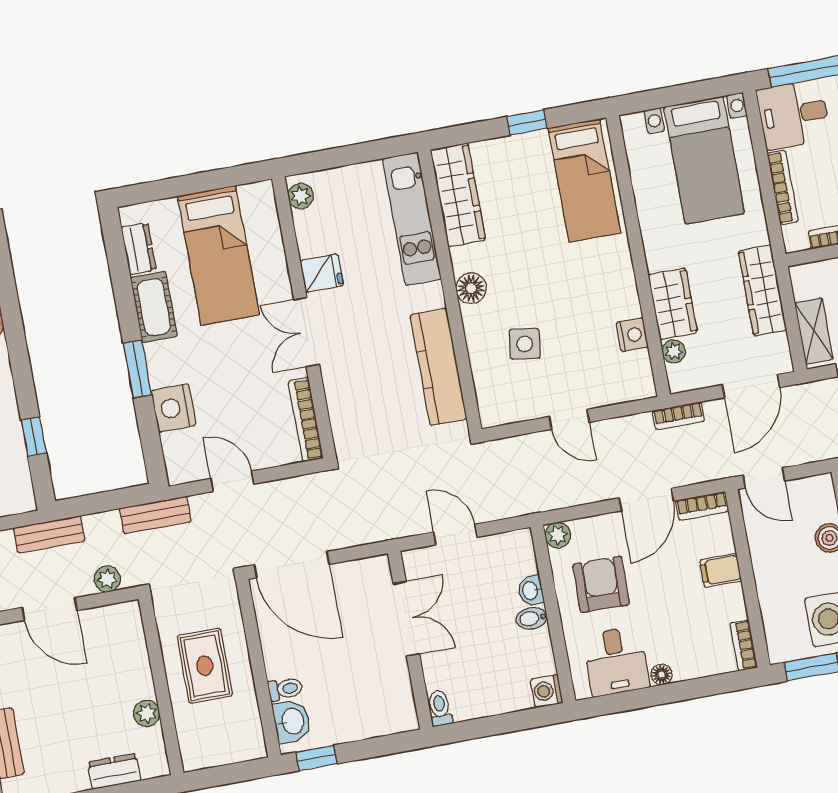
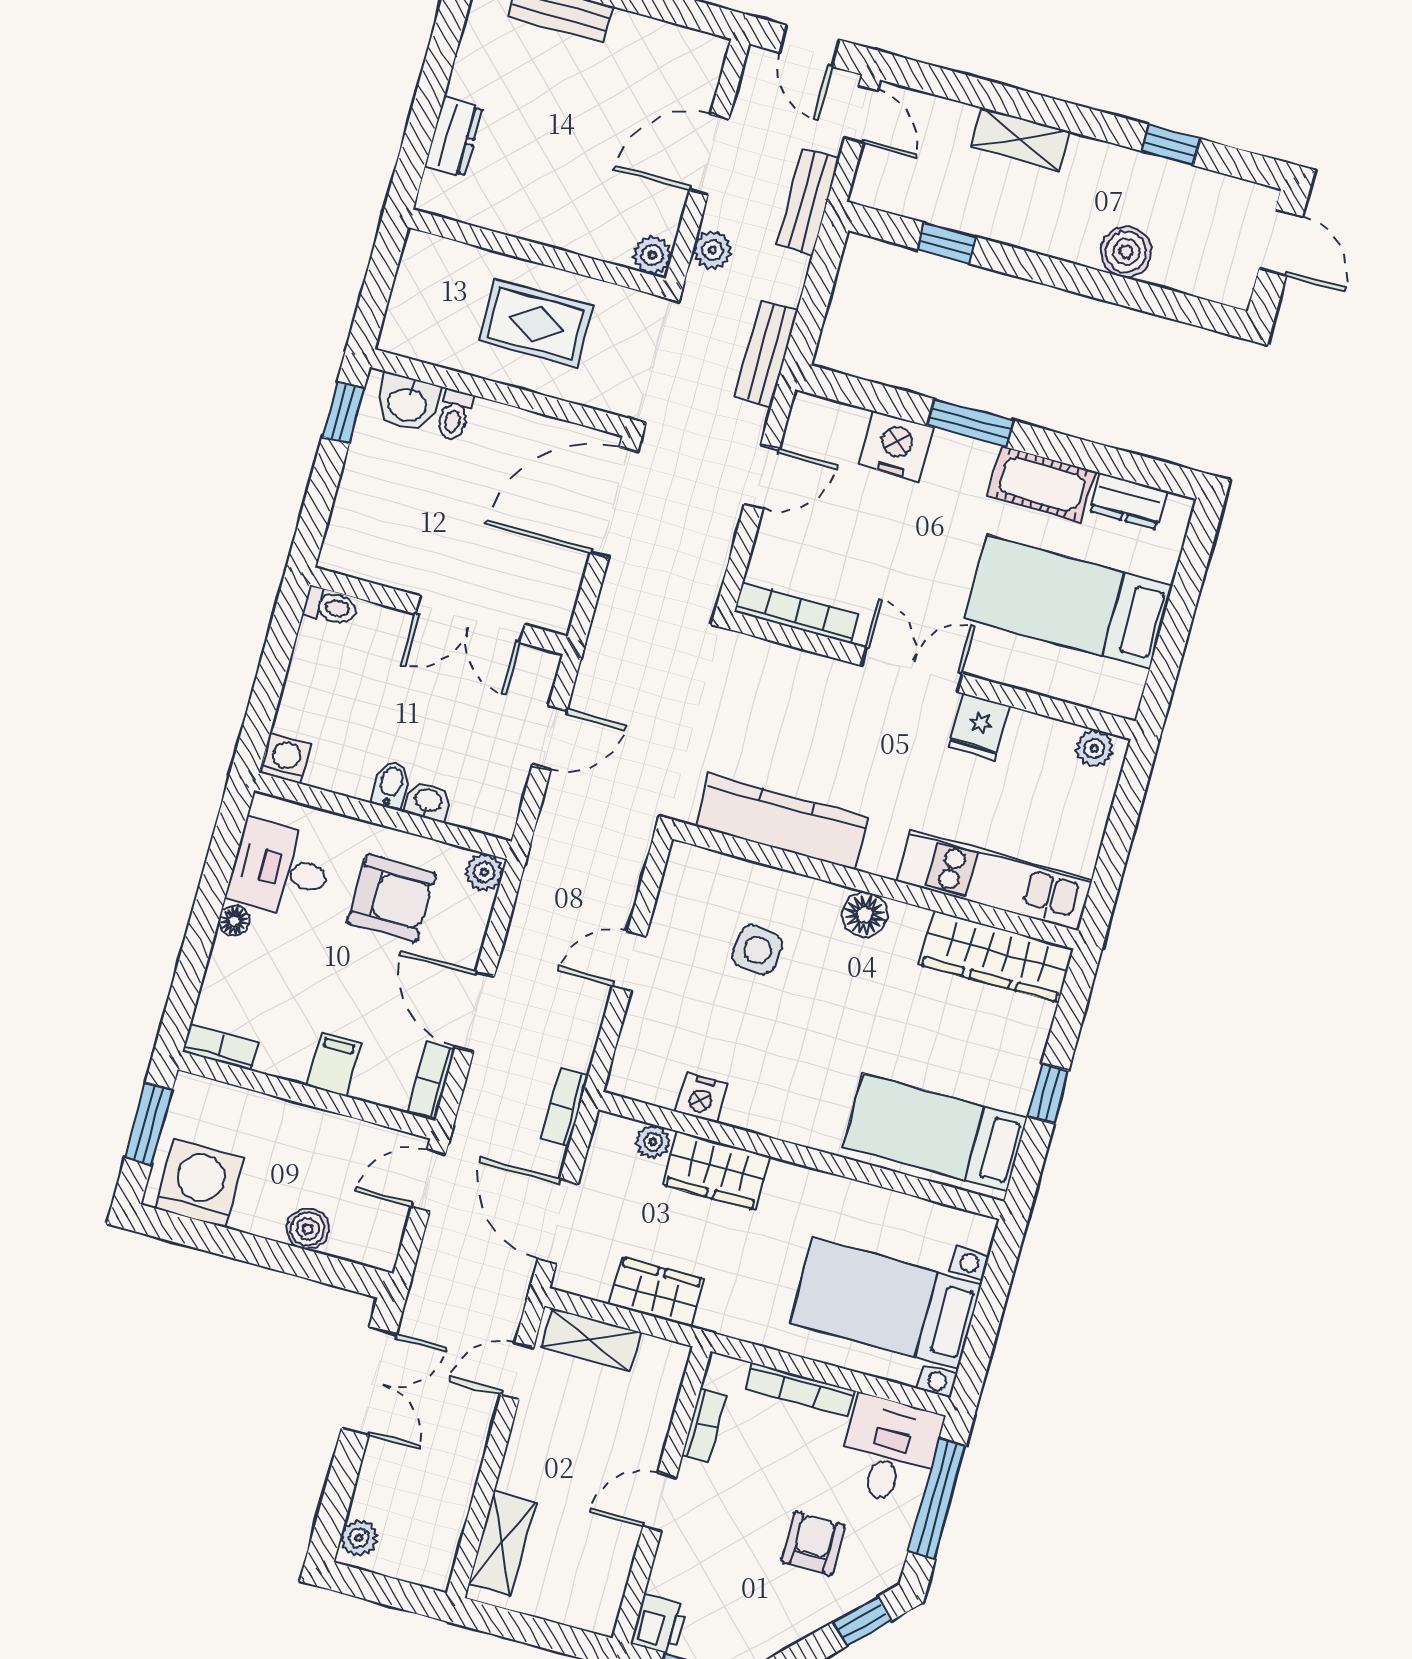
wardrobe: (762, 290) -> (656, 1292), width x0.67
plant: (146, 713) -> (652, 255), moved

